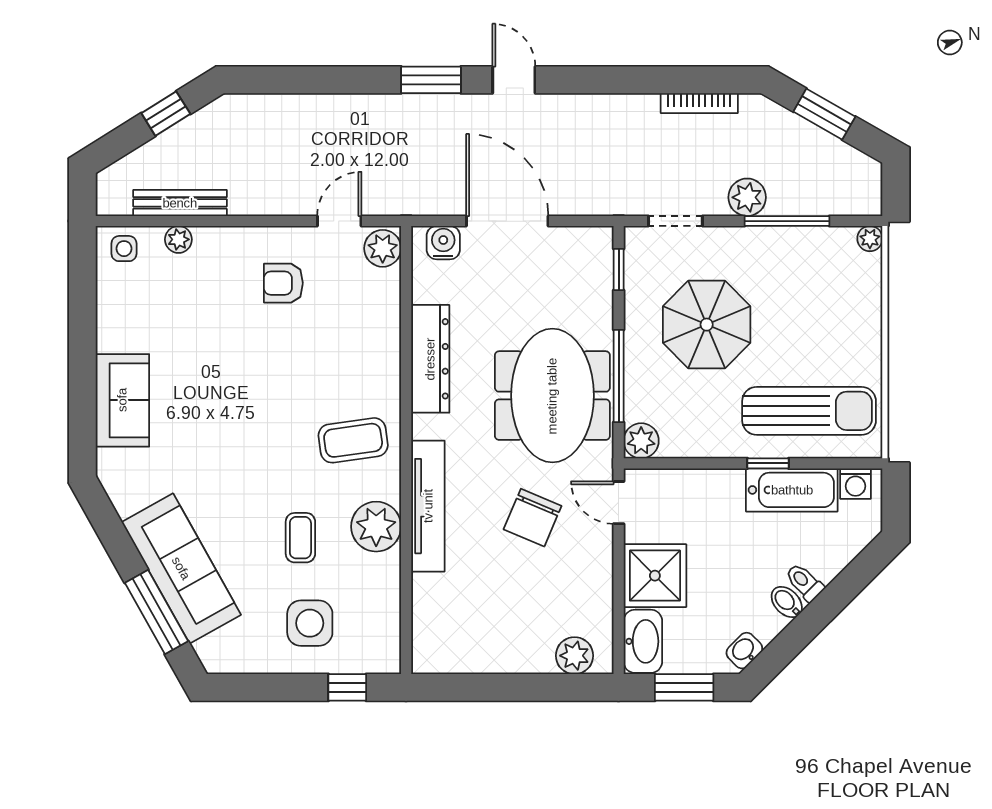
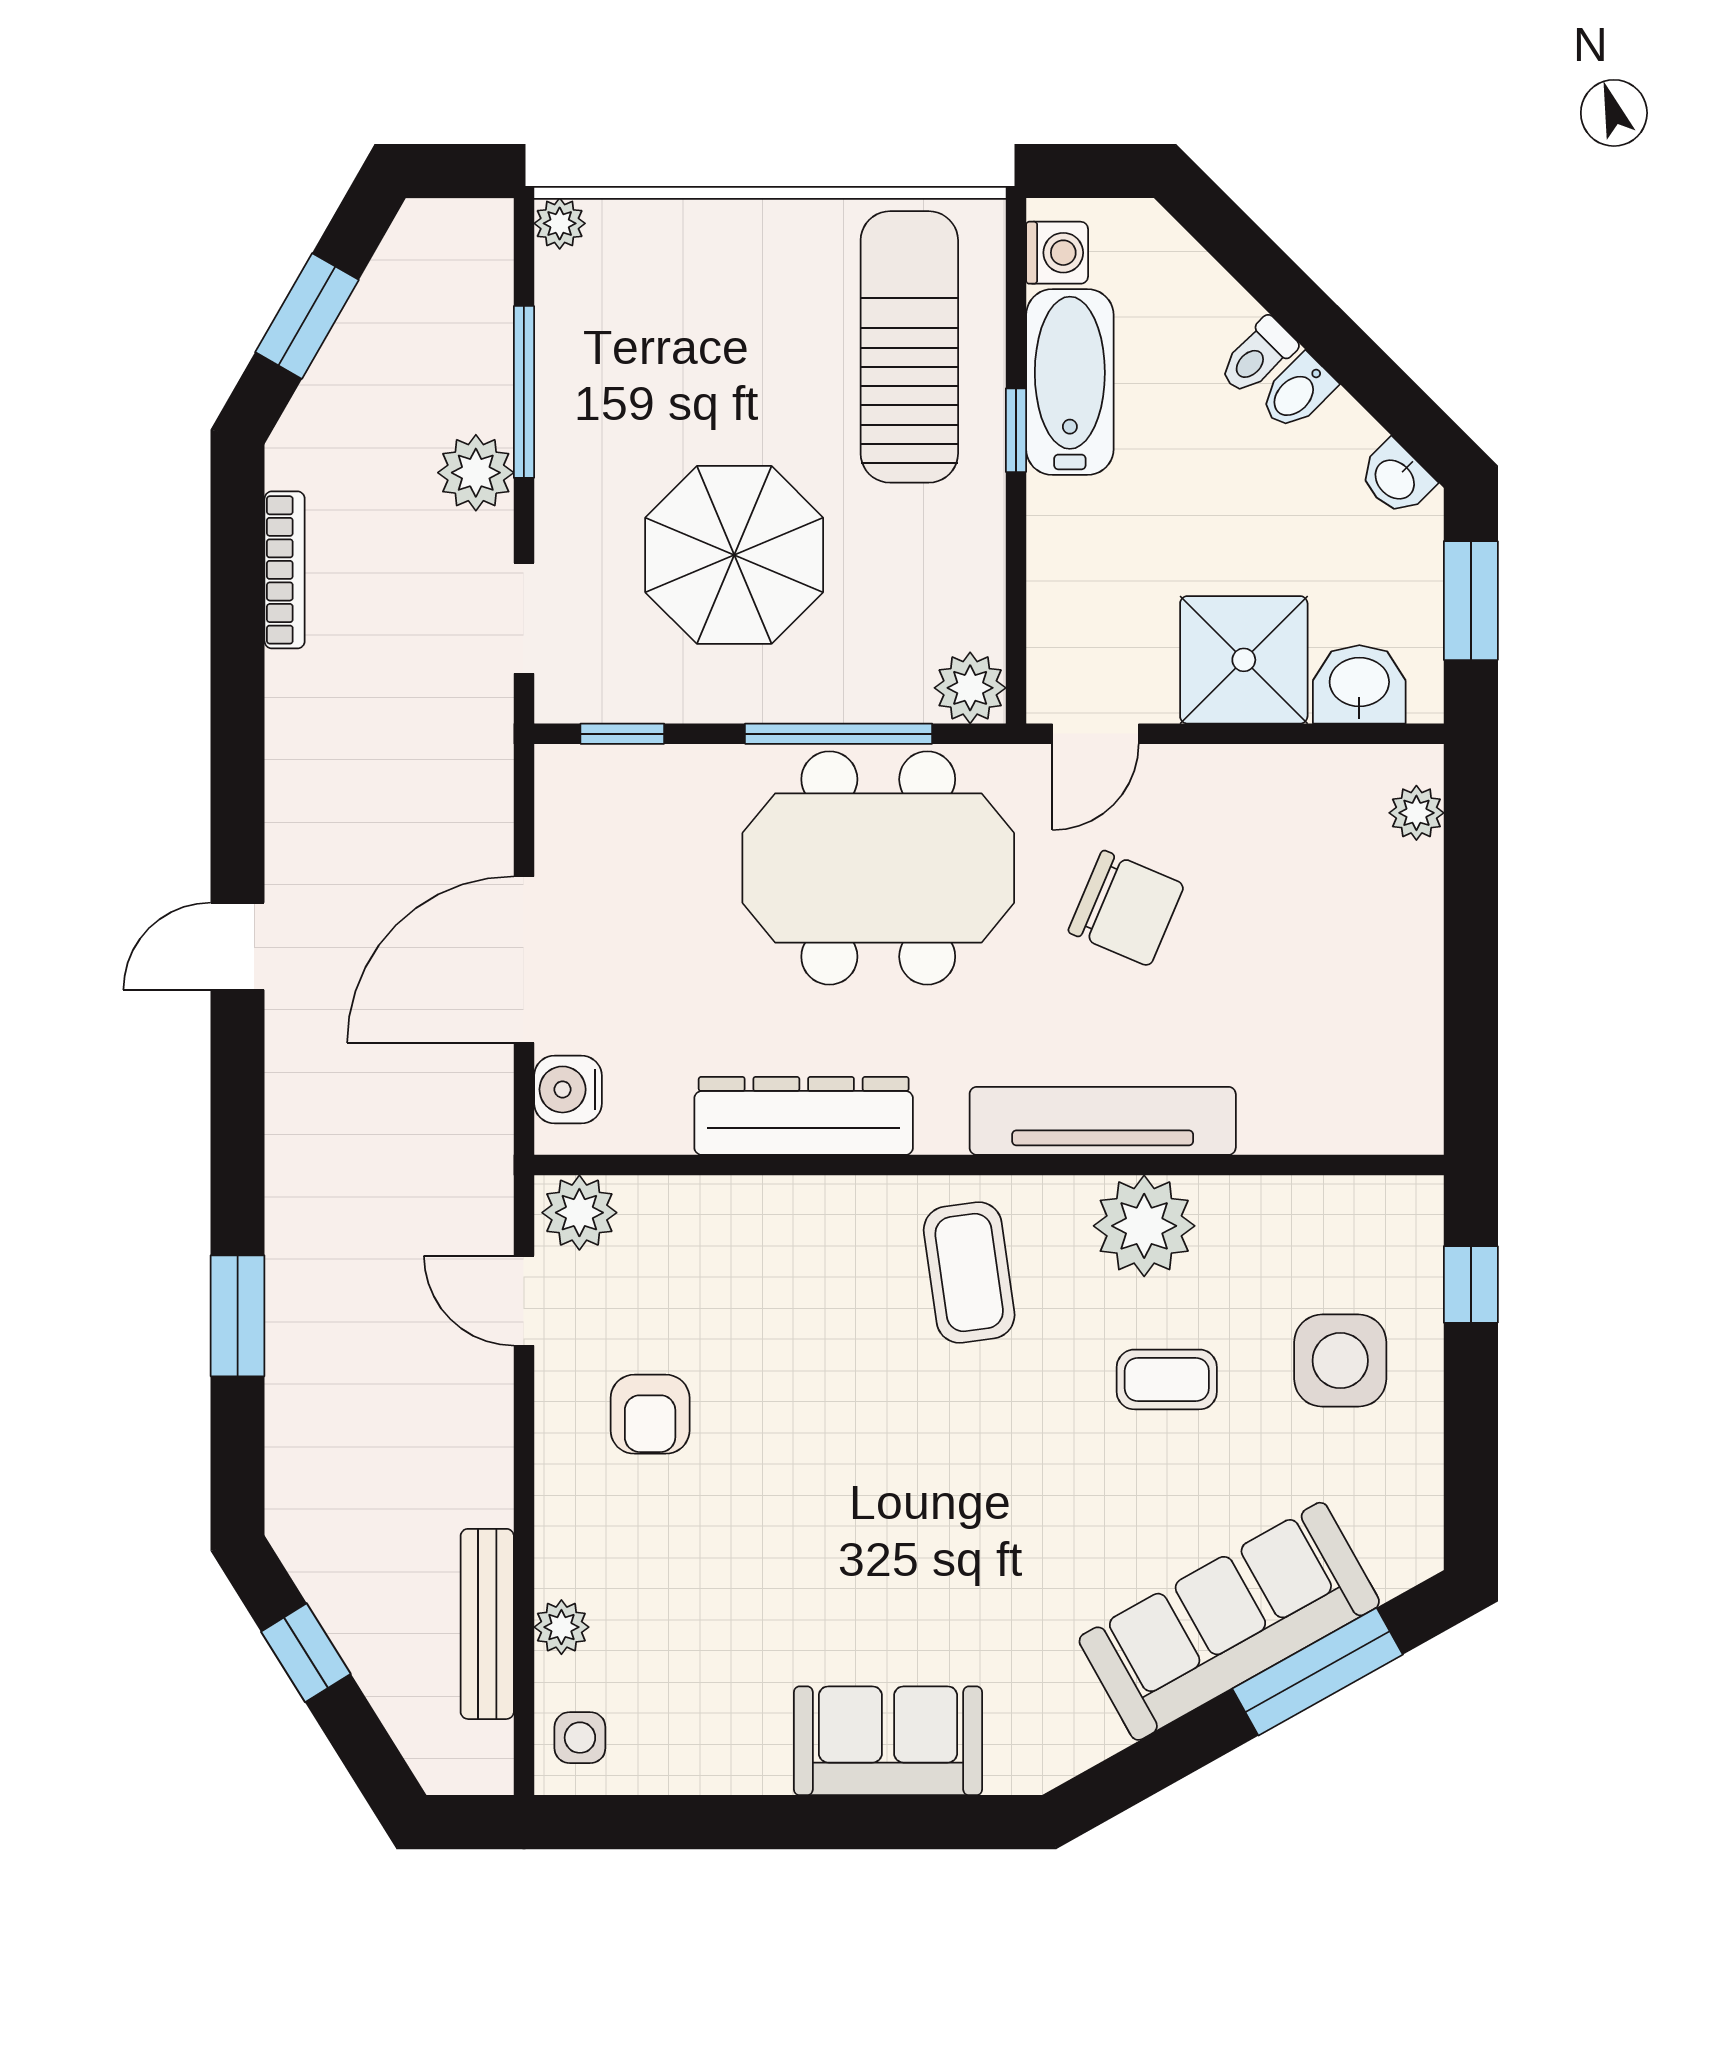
window: (431, 80) -> (238, 1316), moved
washbasin: (643, 641) -> (1359, 684), width x0.72
plant: (574, 656) -> (1416, 813), width x0.73, depth x0.73

